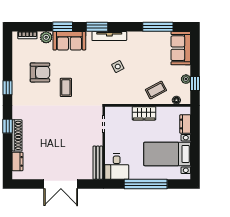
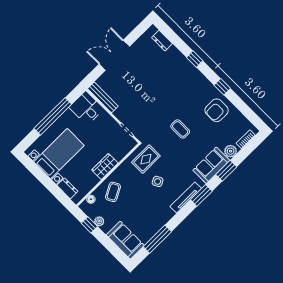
armchair: (40, 72) -> (217, 110), moved
rug: (110, 90) -> (146, 159), added
shoe rack: (17, 135) -> (181, 59), removed

